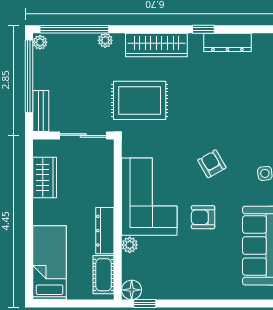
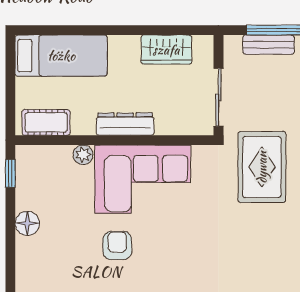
bench: (41, 111) -> (268, 45), moved
armchair: (212, 164) -> (183, 257), removed
dresser: (105, 231) -> (125, 124), moved
floor lamp: (132, 290) -> (27, 223), moved

